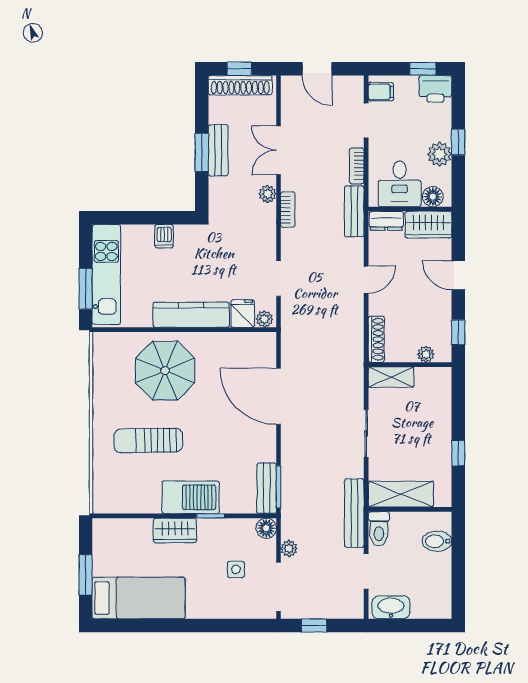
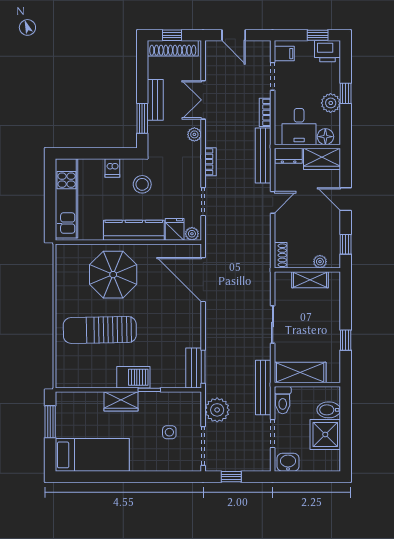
window: (202, 152) -> (142, 118), moved
bookcase: (288, 210) -> (210, 162), moved
bench: (354, 211) -> (263, 156), width x1.36
stool: (202, 257) -> (142, 184), added
window: (86, 289) -> (50, 210), removed
shoe rack: (376, 339) -> (281, 255), width x0.70
shelving: (391, 377) -> (310, 280), moved
door: (278, 396) -> (203, 280), moved
sun lounger: (148, 440) -> (100, 330), width x1.36, depth x1.34
barbecue: (191, 497) -> (133, 377), width x0.73, depth x0.83
floor lamp: (266, 528) -> (193, 400), removed
plant: (289, 549) -> (217, 410), width x1.88, depth x1.88
shower: (433, 572) -> (325, 434), added
window: (86, 575) -> (50, 422), moved
washbasin: (391, 607) -> (288, 462), width x0.72

